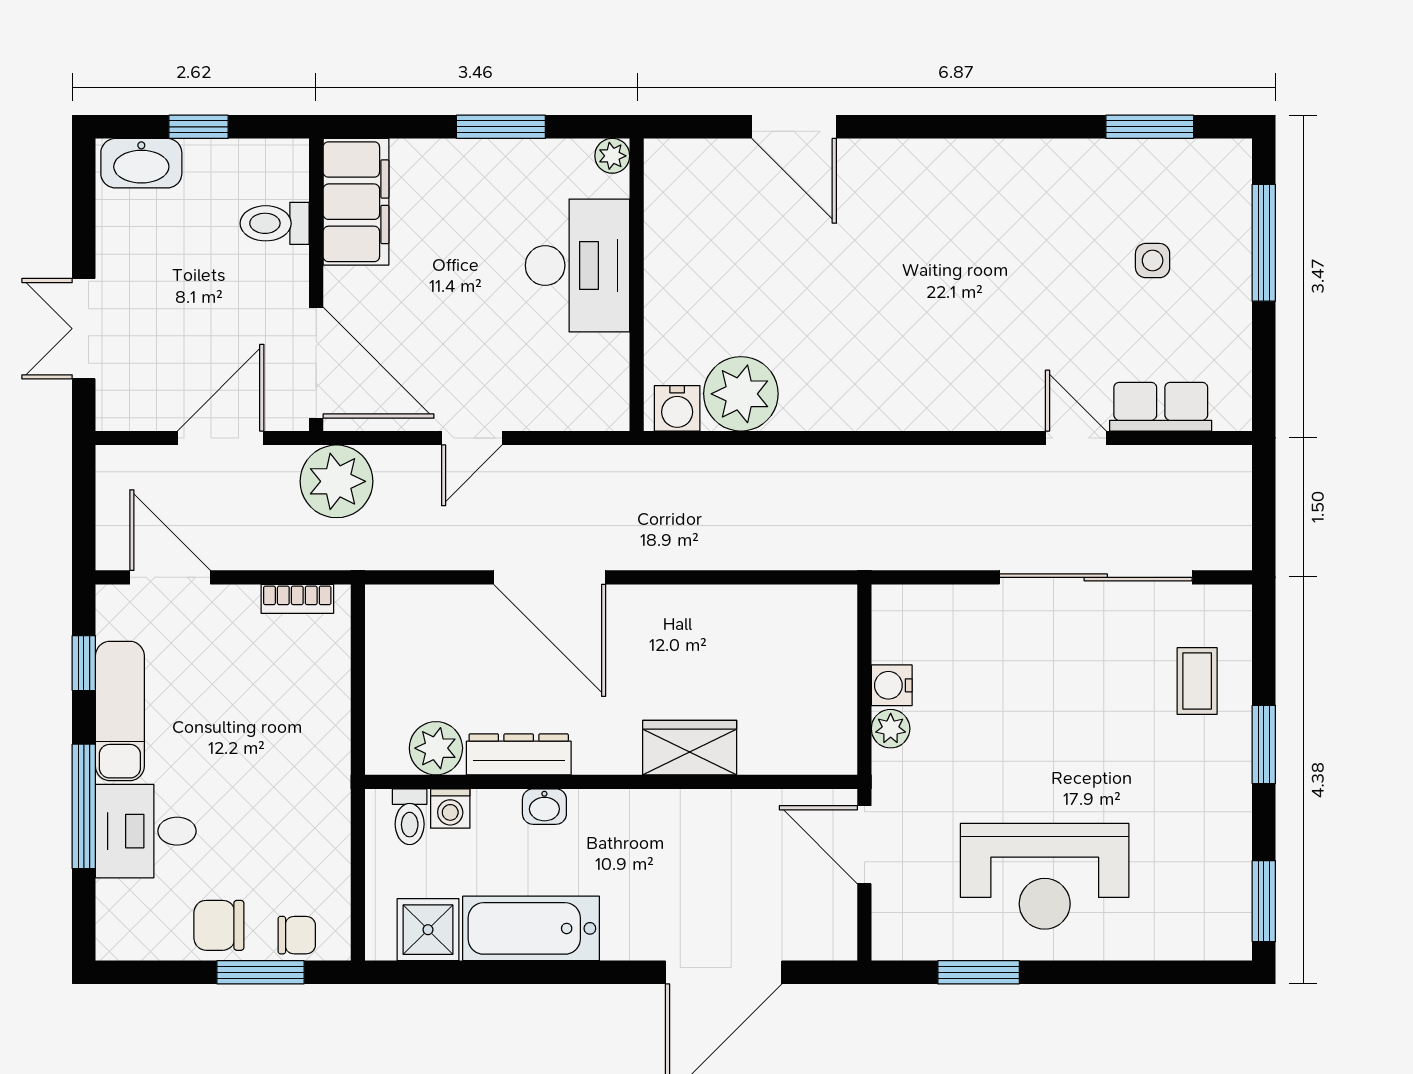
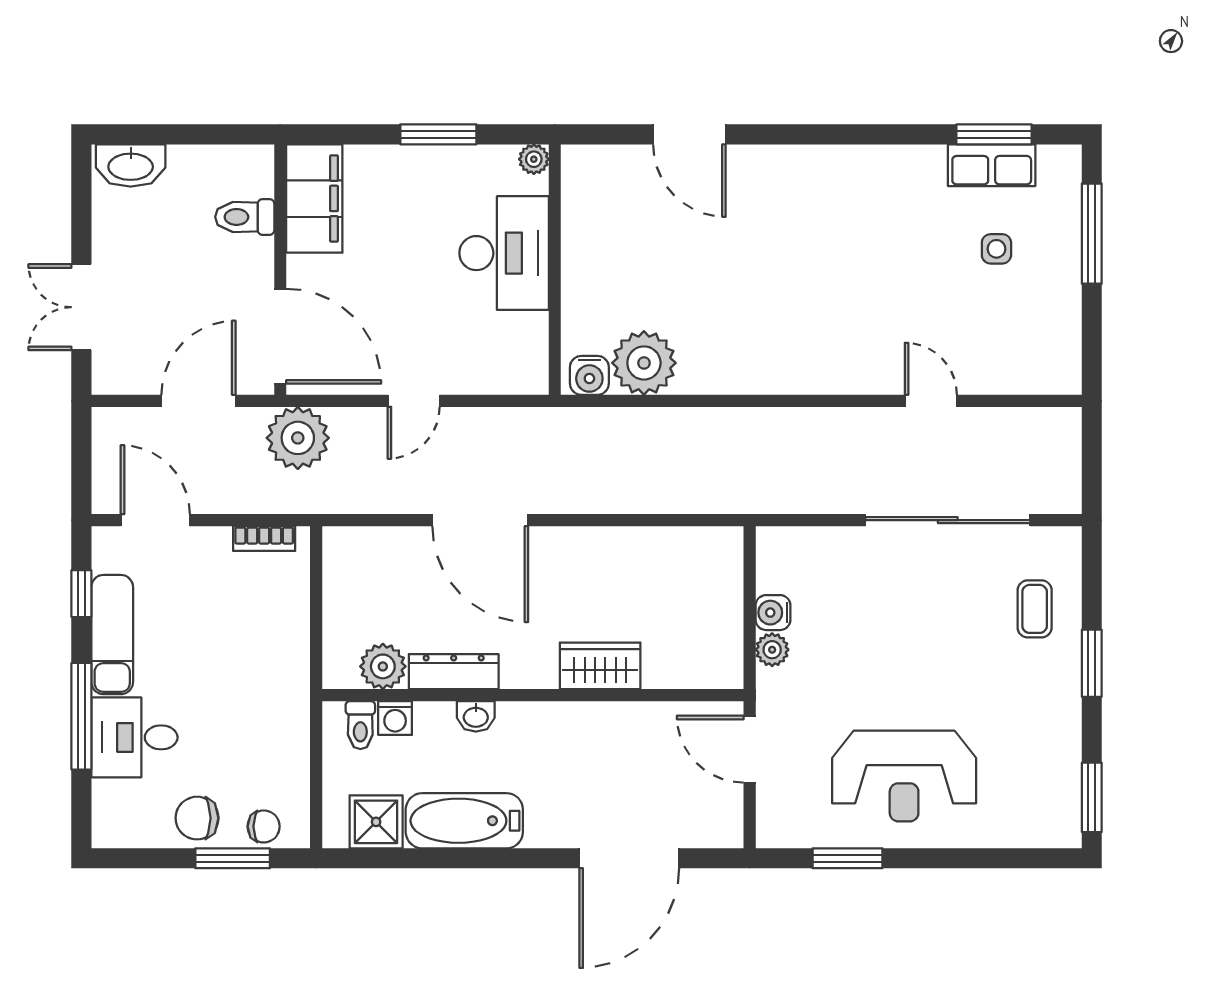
window: (199, 127) -> (180, 134), removed
row of seats: (1161, 407) -> (992, 165), moved, turned 180

